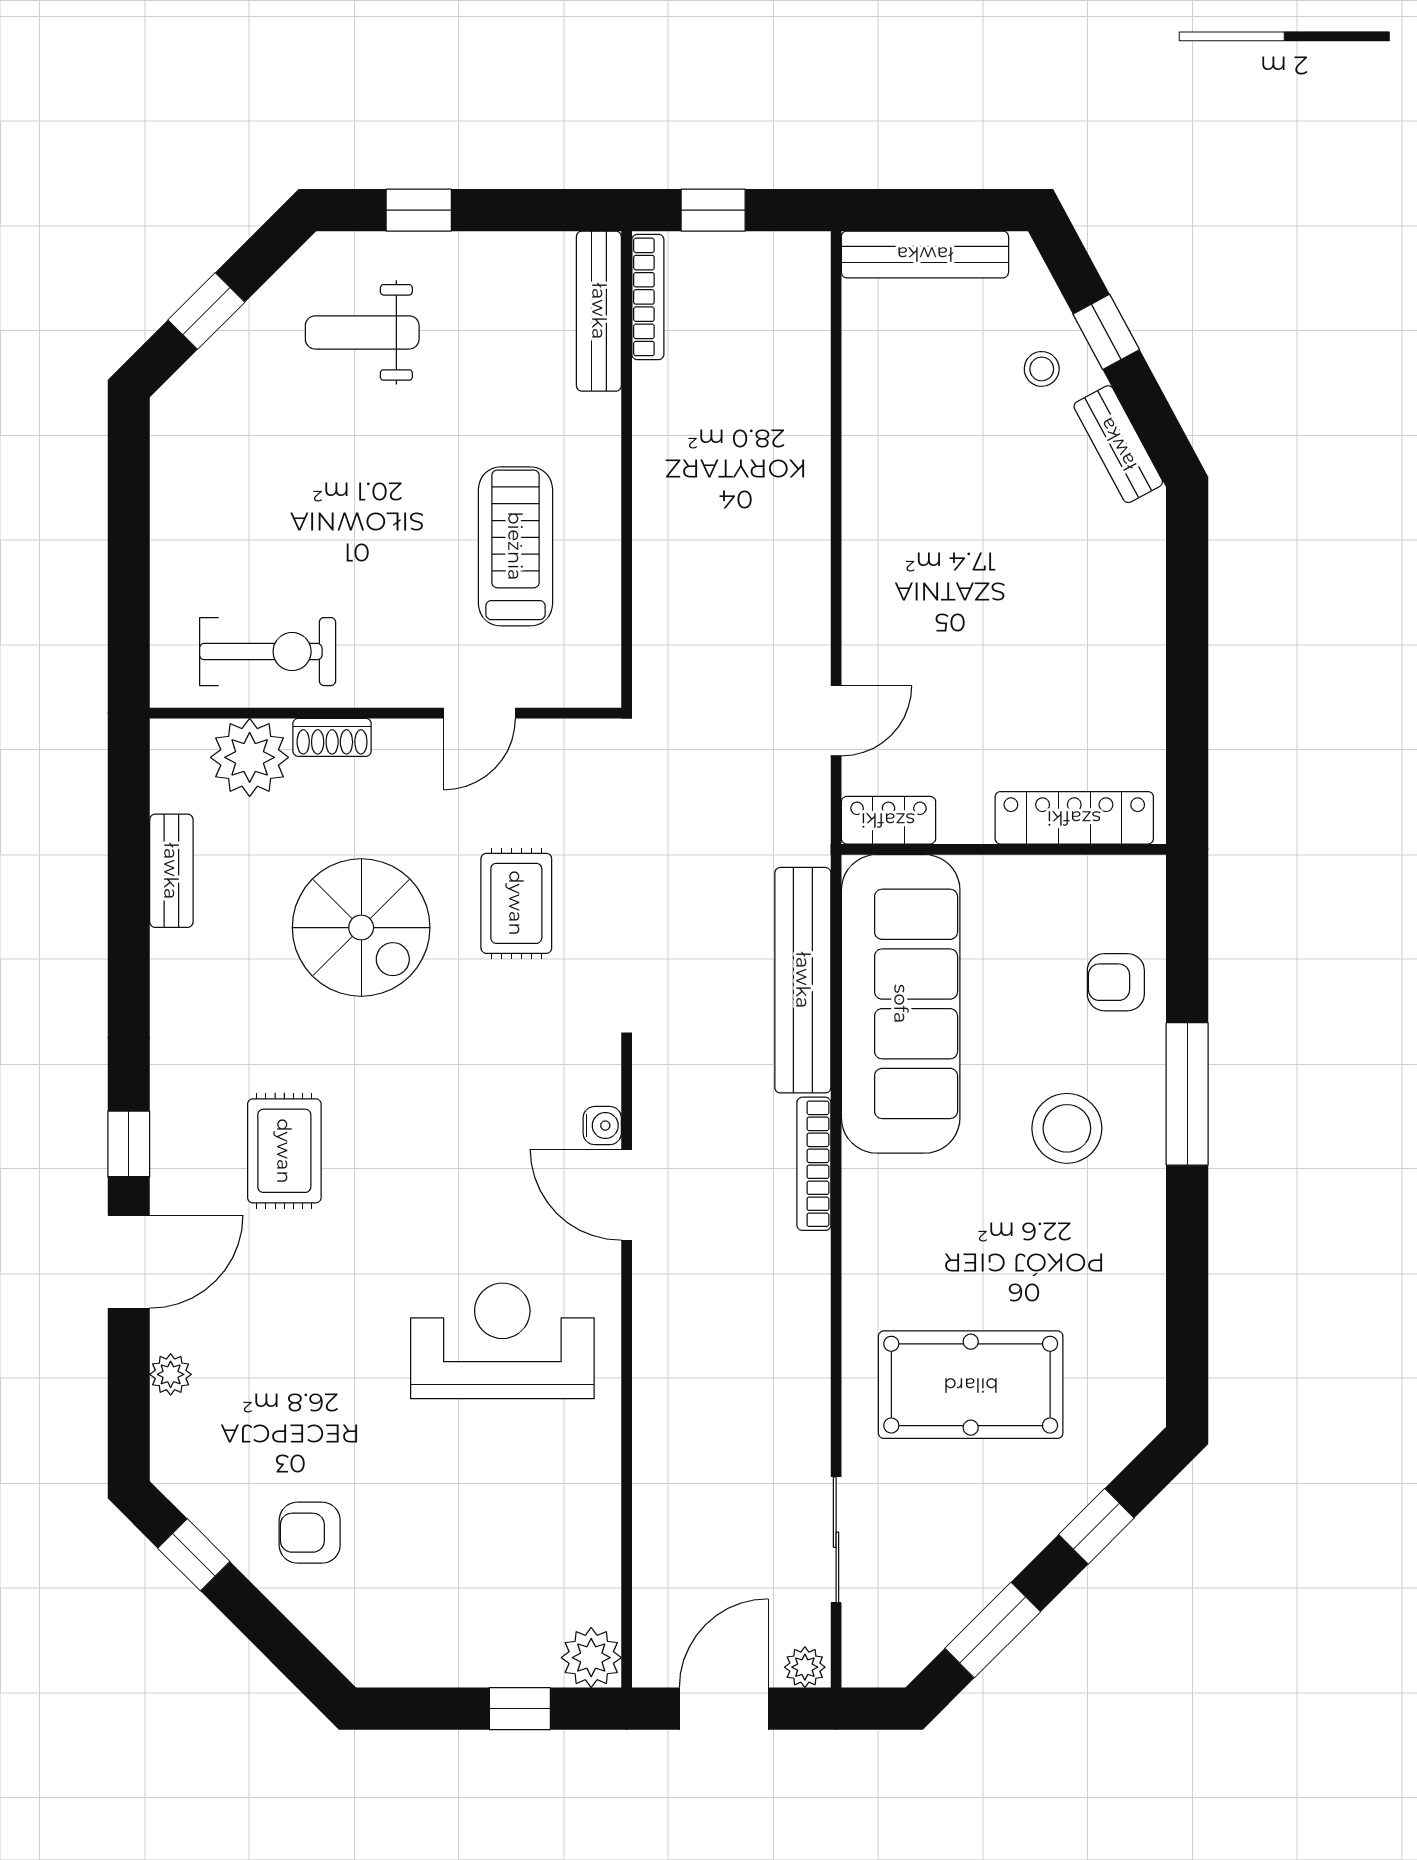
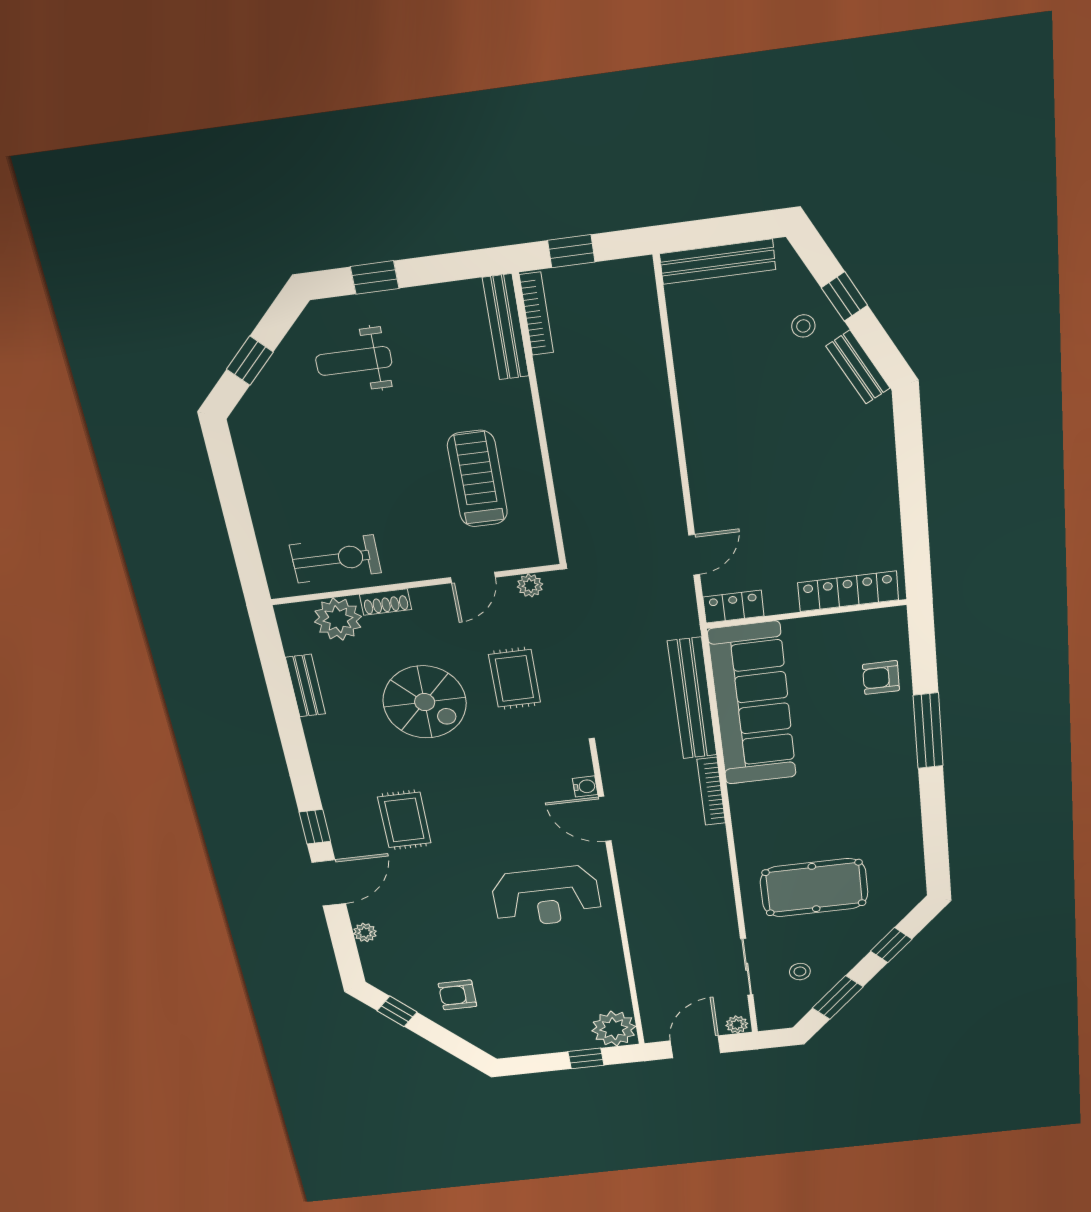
plant: (568, 739) -> (530, 585), added
stool: (1067, 1128) -> (800, 972), moved, width x0.53, depth x0.53
reception desk: (502, 1341) -> (546, 897), turned 180
plant: (591, 1658) -> (614, 1029), width x1.36, depth x1.36

